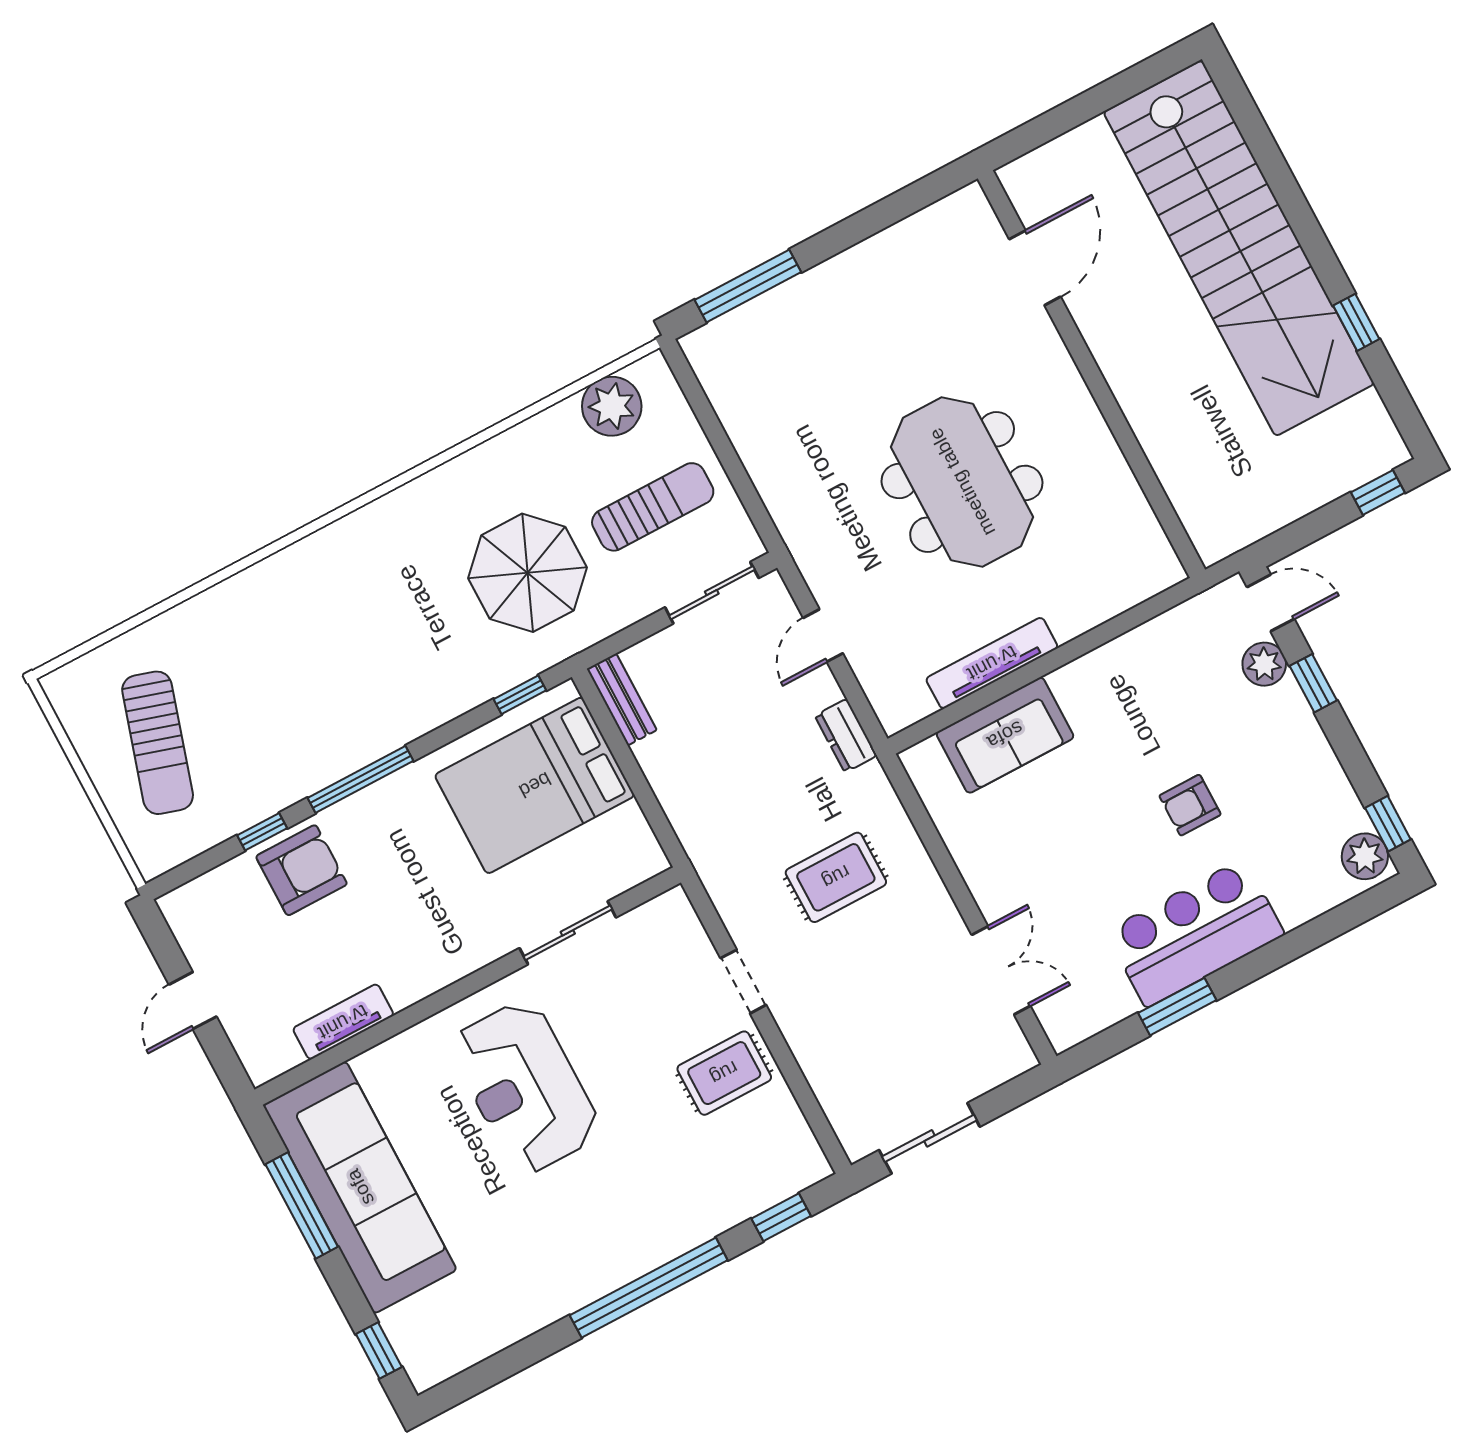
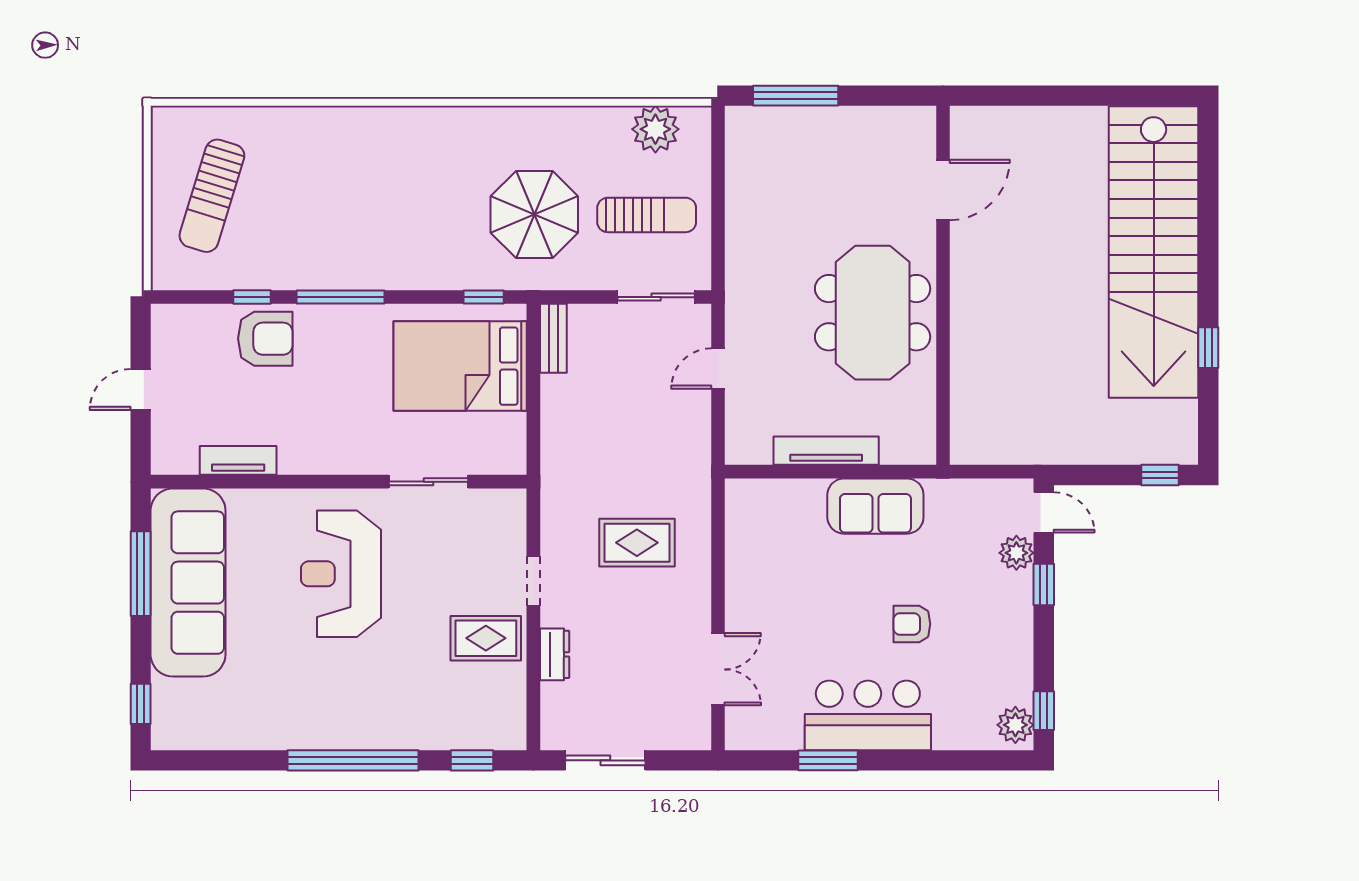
door: (1035, 268) -> (943, 190), moved
wall: (1091, 374) -> (943, 285), moved
sofa: (1005, 735) -> (875, 506), moved
dresser: (846, 736) -> (555, 654), moved, turned 180

